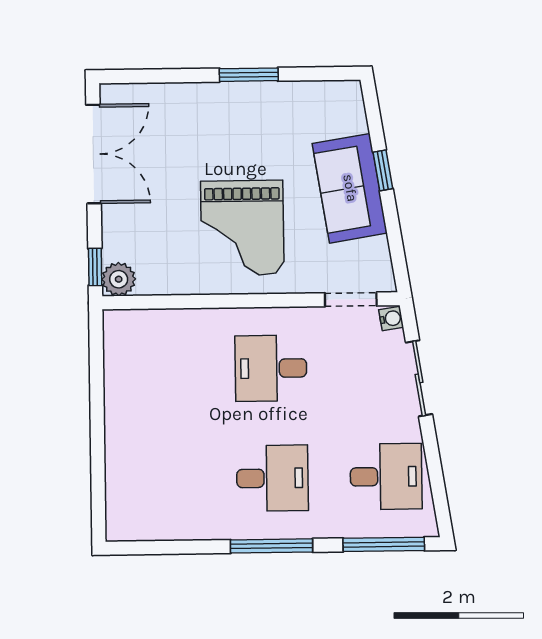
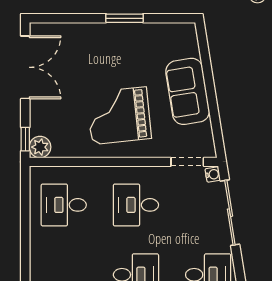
window: (383, 170) -> (209, 80), removed
grand piano: (242, 228) -> (119, 116), turned 84
desk: (157, 370) -> (64, 205), added
sliding door: (419, 378) -> (230, 213), width x1.37

